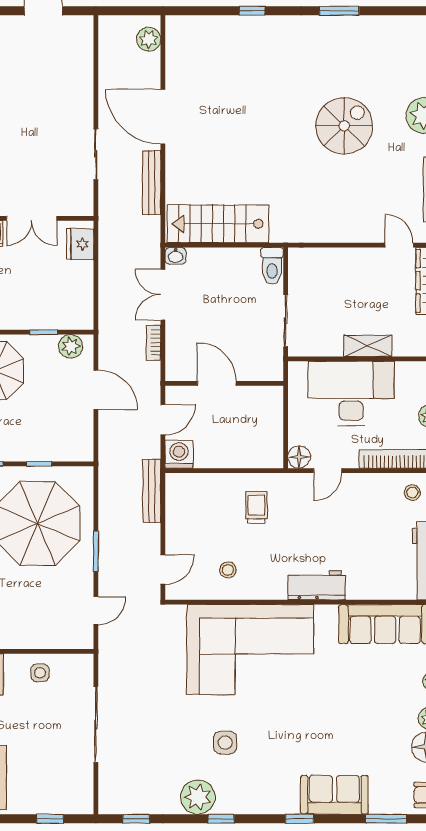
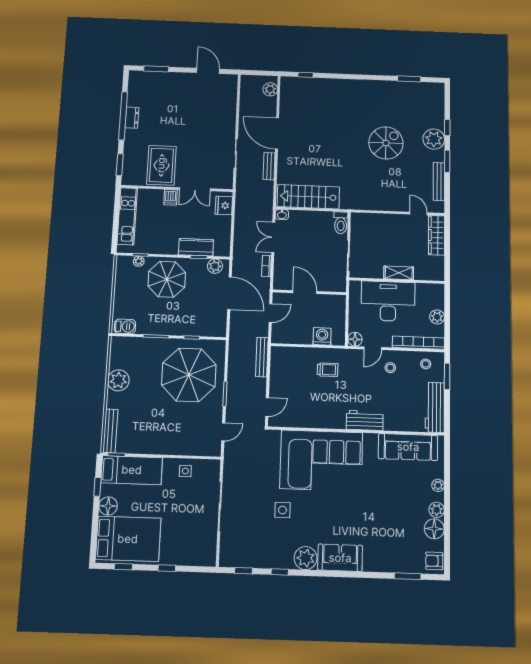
window: (252, 11) -> (305, 75), moved
window: (339, 11) -> (409, 79), moved
bench: (152, 183) -> (269, 166), width x0.73
kitchen counter: (38, 316) -> (196, 247), added
door: (96, 390) -> (229, 293), width x1.36
washing machine: (179, 454) -> (322, 336), moved
trolley: (256, 507) -> (328, 370), turned 90
stool: (228, 570) -> (390, 368), moved
side table: (225, 743) -> (282, 510), moved
sofa: (334, 795) -> (340, 558), moved
plant: (198, 797) -> (306, 558), moved
window: (50, 819) -> (167, 568), moved
window: (221, 819) -> (280, 572), moved
window: (300, 819) -> (351, 574), removed

